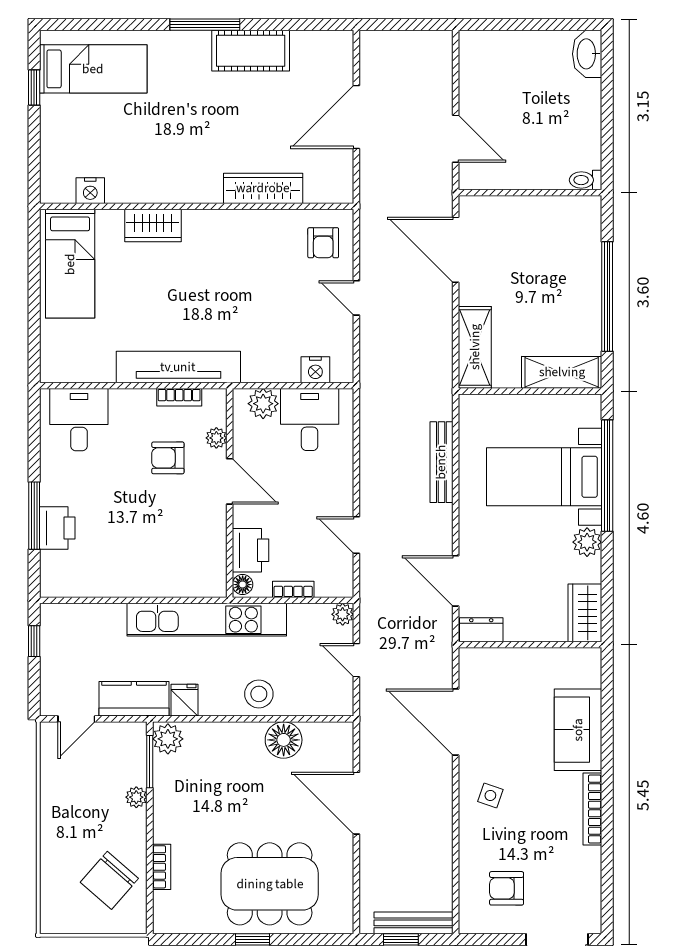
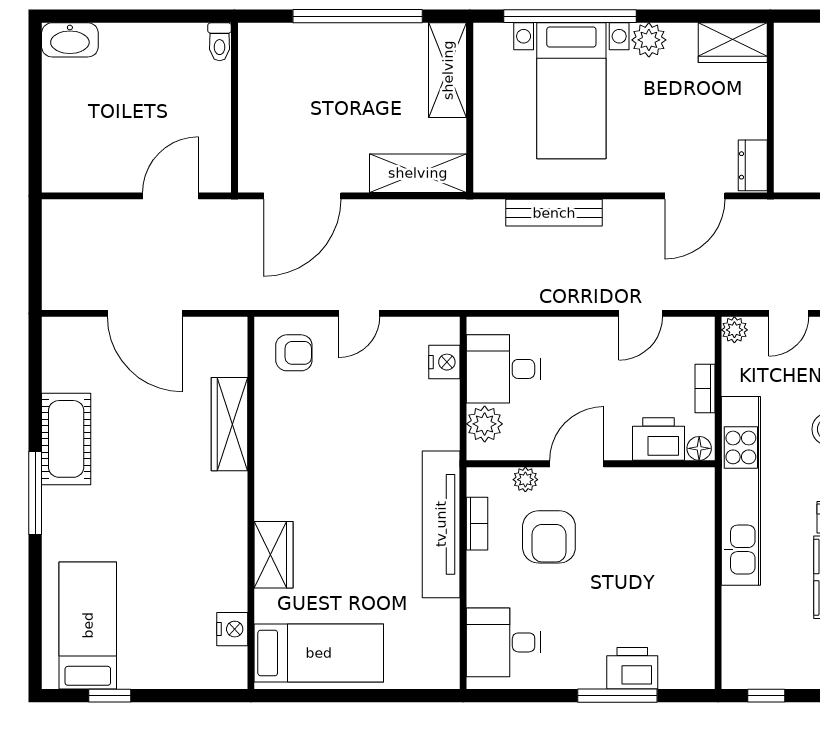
armchair: (168, 458) -> (549, 537), width x1.38, depth x1.38

